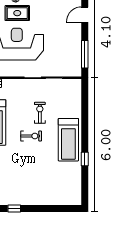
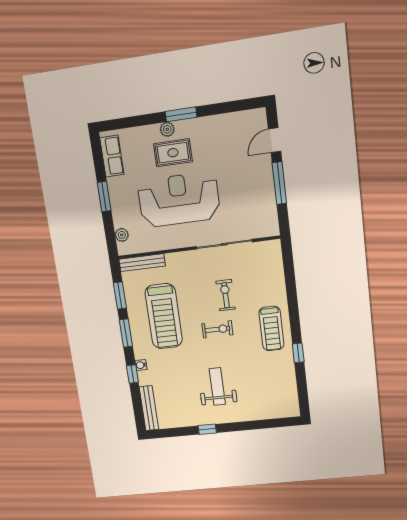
window: (85, 54) -> (279, 183), moved
treadmill: (68, 140) -> (271, 329), width x0.73, depth x0.73
weight bench: (26, 177) -> (217, 387), added

